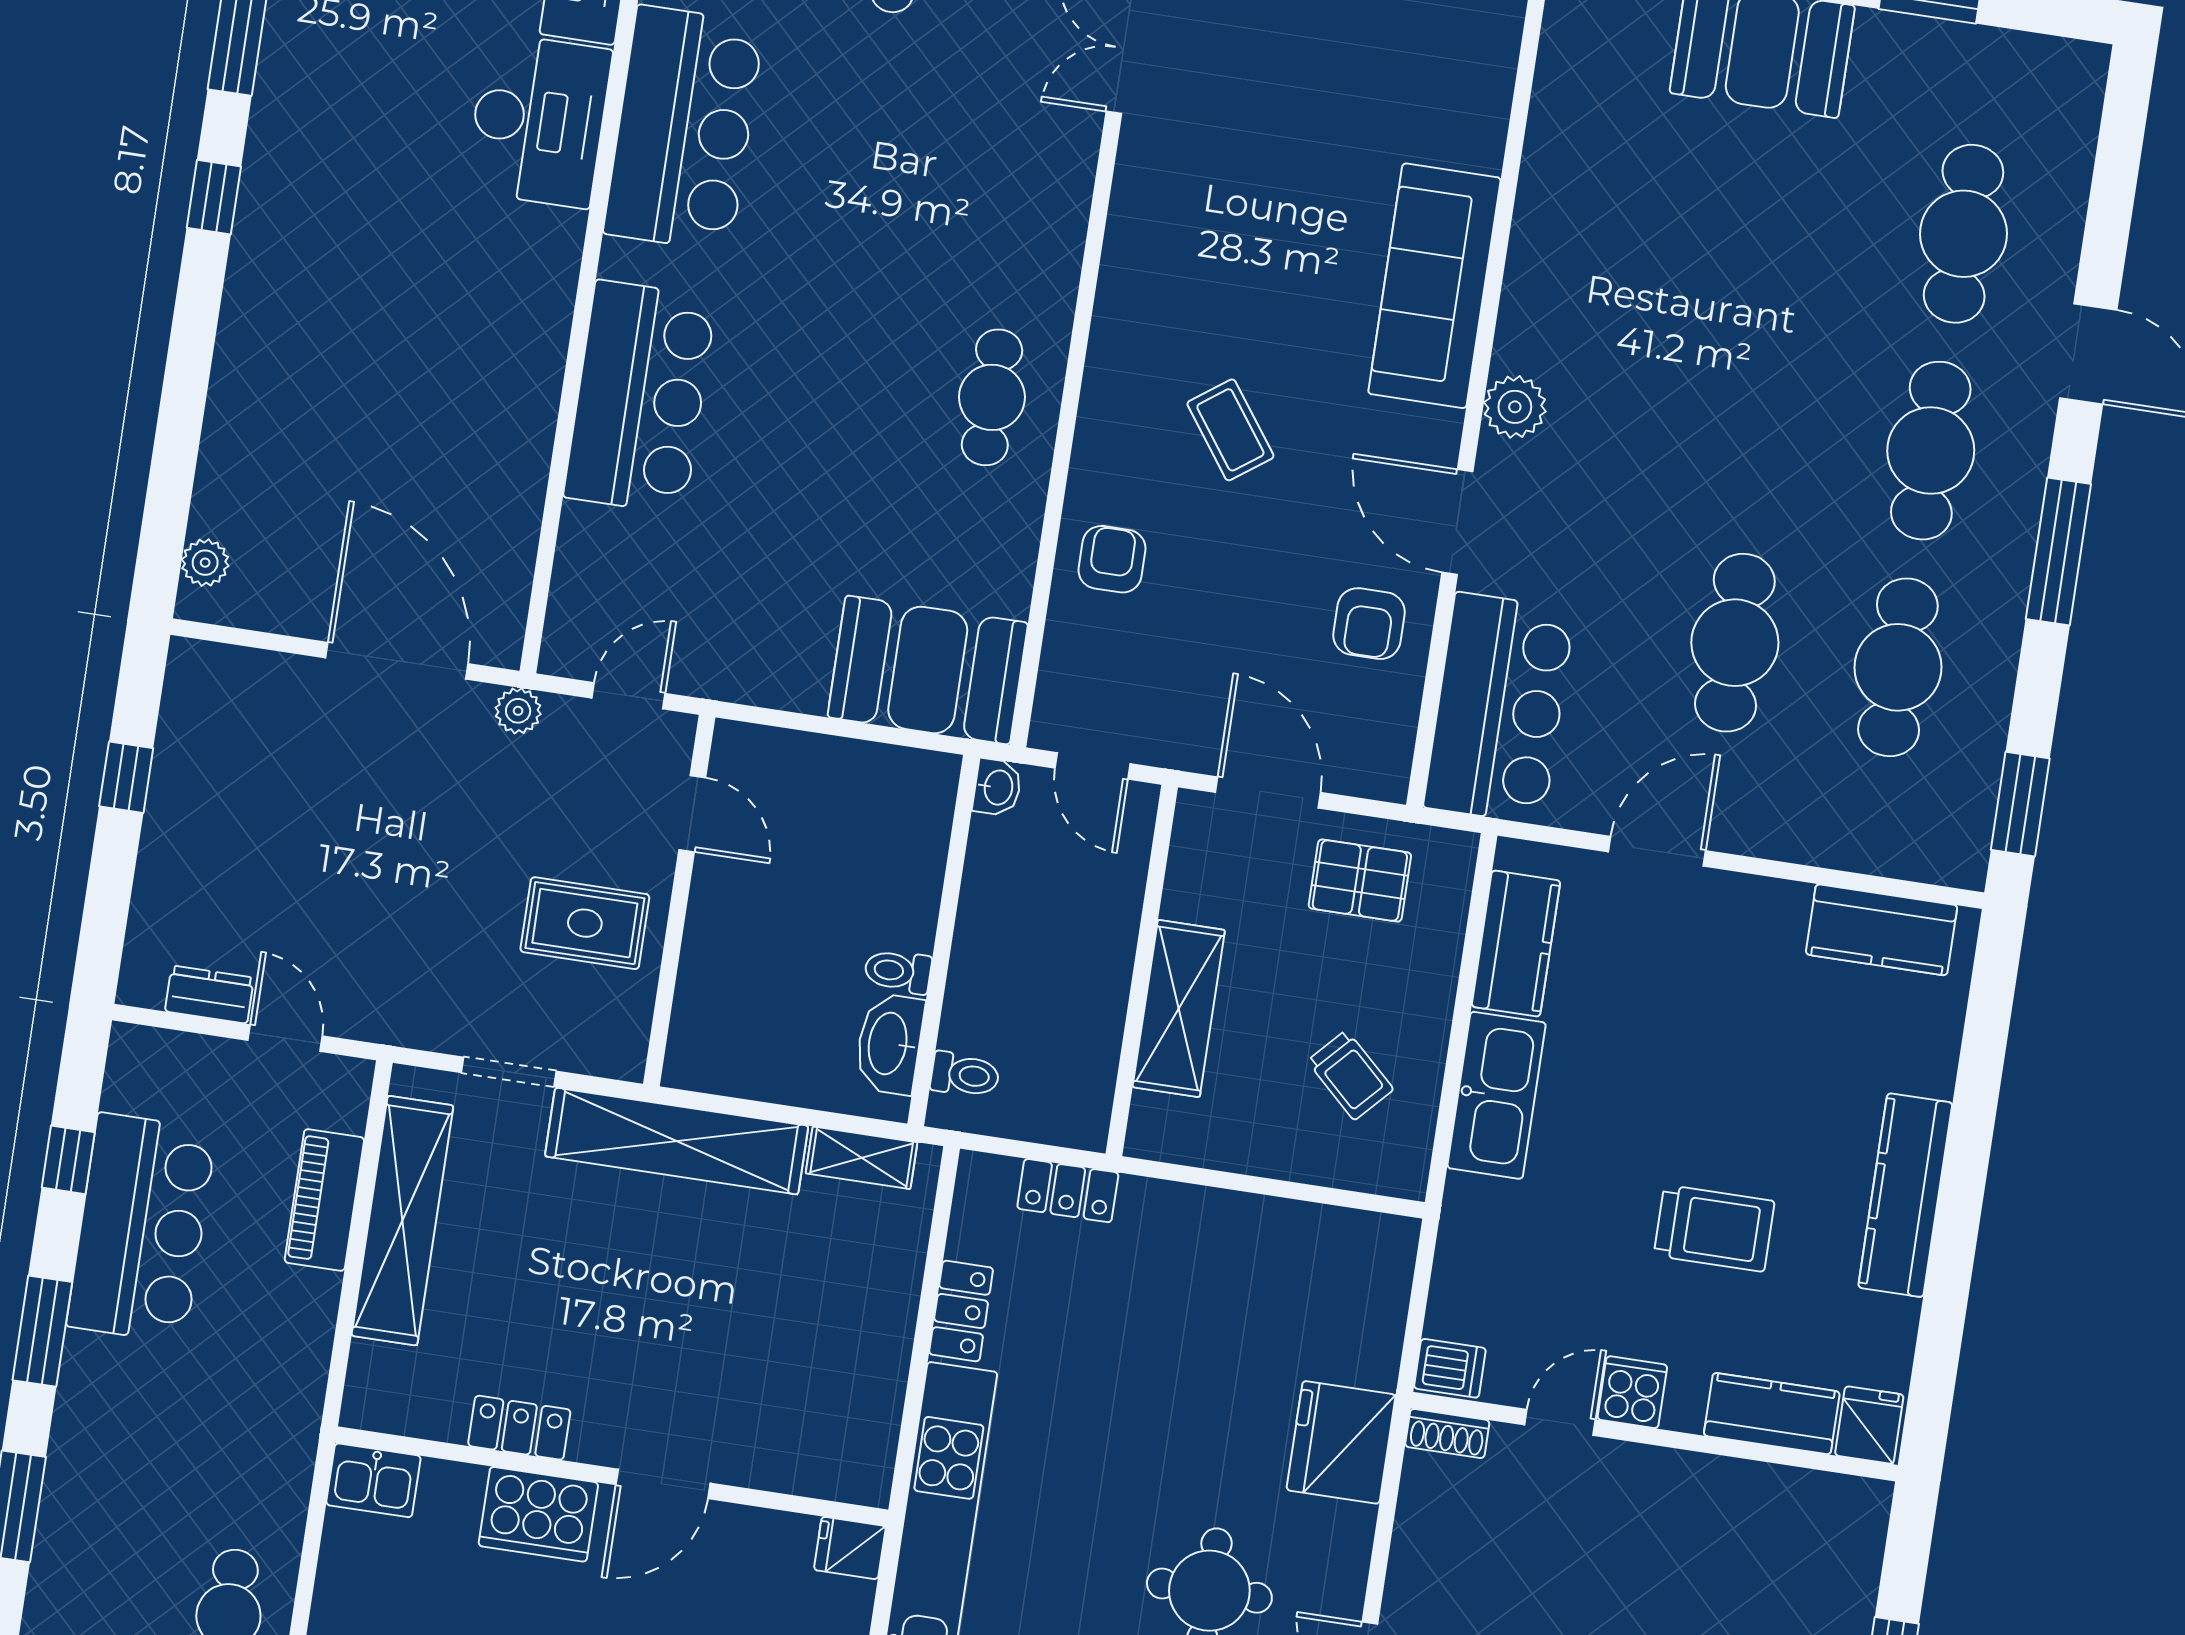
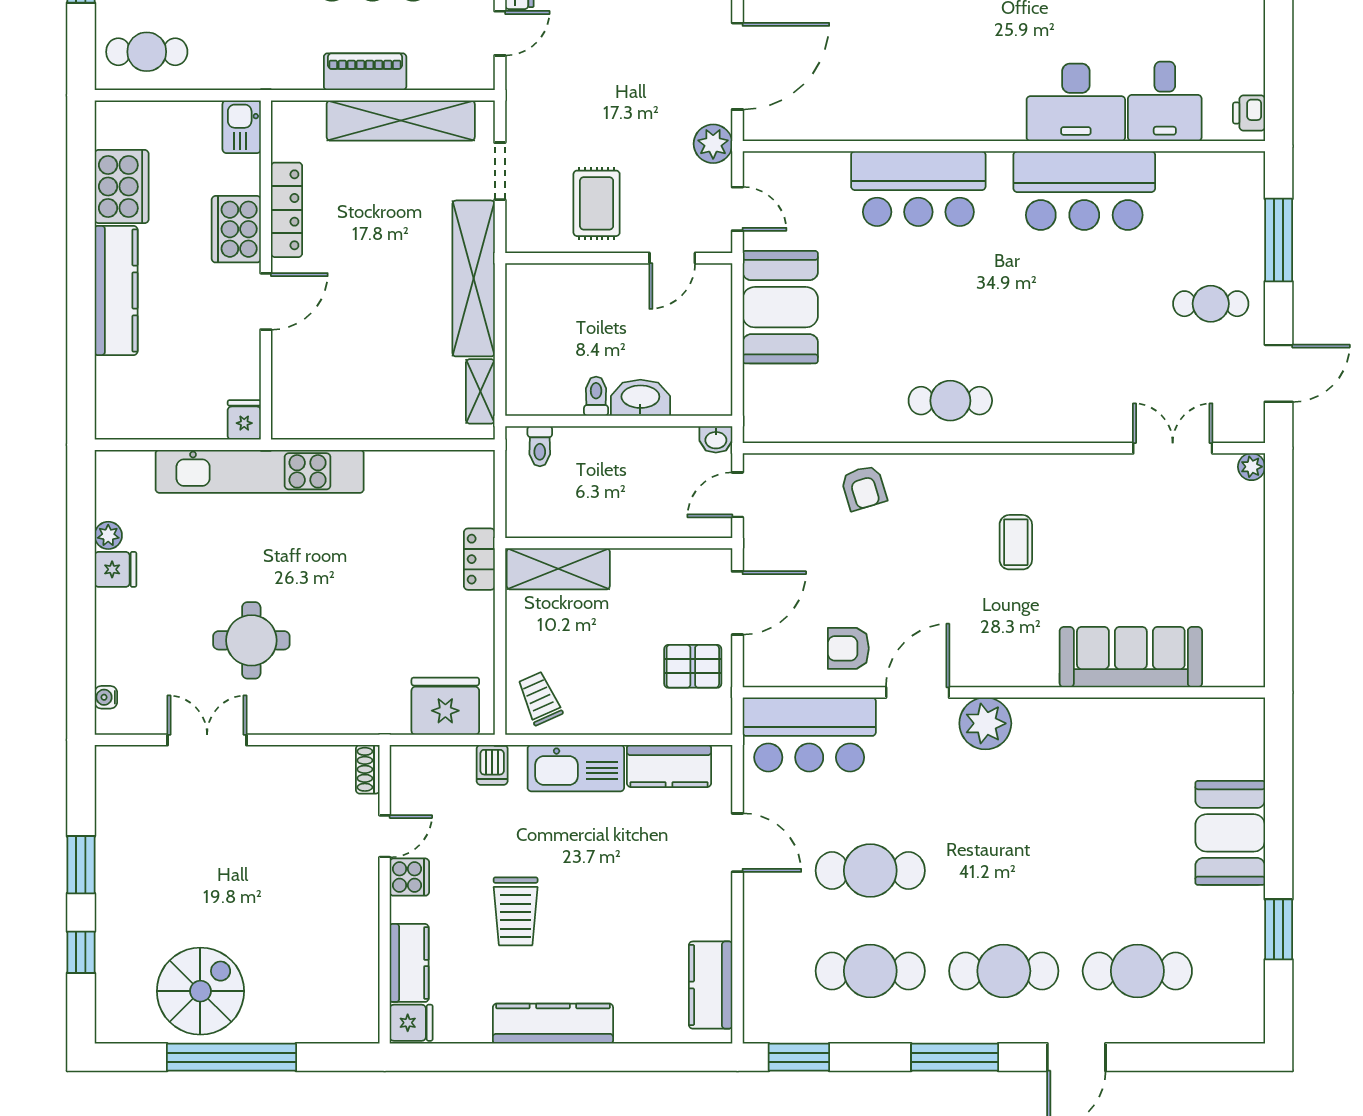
sofa: (1434, 286) -> (1131, 657), moved
plant: (1515, 407) -> (985, 723), width x1.36, depth x1.36
coffee table: (1230, 430) -> (1016, 542), moved, turned -54
armchair: (1112, 559) -> (864, 488), turned 73
booth: (928, 670) -> (780, 307), moved
plant: (518, 711) -> (713, 144), width x1.38, depth x1.38
pallet: (1360, 881) -> (693, 666), turned 90
shelving: (1179, 1009) -> (558, 569), moved
washbasin: (889, 1044) -> (640, 398), moved
trolley: (1350, 1075) -> (540, 698), moved, turned 113
locker: (1068, 1191) -> (479, 559), moved
piano: (324, 1200) -> (365, 72), moved
locker: (961, 1311) -> (397, 465), removed
dishwasher: (1450, 1368) -> (492, 765), moved
door: (1560, 1422) -> (385, 836), hinge flipped
locker: (519, 1428) -> (287, 210), width x1.53
fridge: (1341, 1442) -> (445, 706), moved
door: (663, 1484) -> (266, 301), swing flipped

